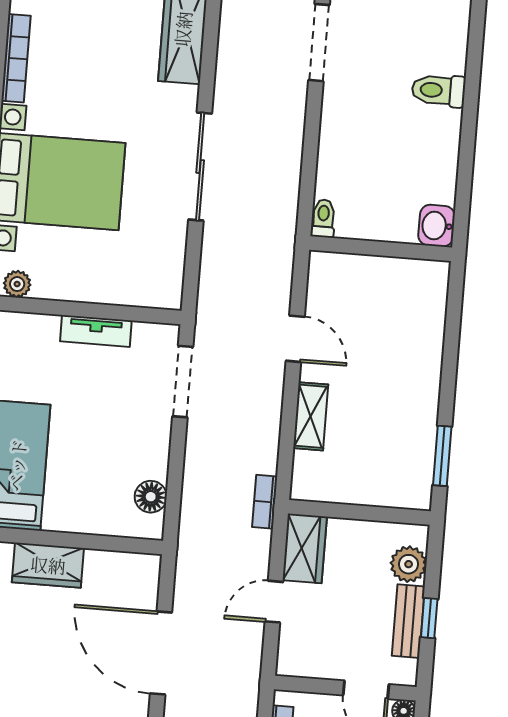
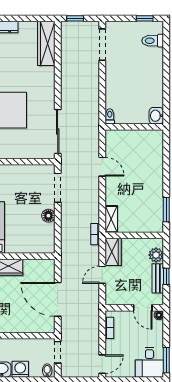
toilet: (439, 90) -> (153, 41), moved
sliding door: (200, 167) -> (58, 131), moved
tv unit: (96, 331) -> (21, 170), removed
shelving: (311, 416) -> (111, 219), moved
floor lamp: (151, 497) -> (48, 216), moved

